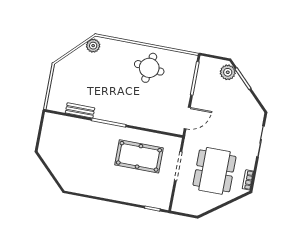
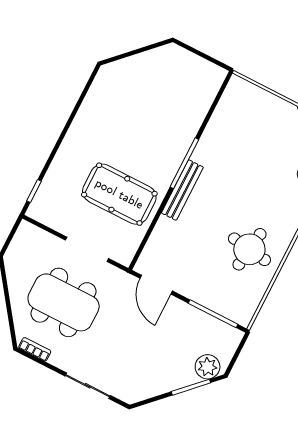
bench: (80, 110) -> (182, 190), moved, width x1.36
pool table: (139, 156) -> (119, 194), turned 90

